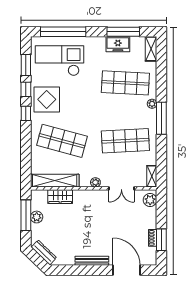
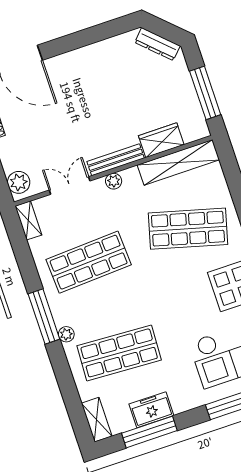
plant: (37, 217) -> (188, 96), removed
bench: (92, 261) -> (116, 160), moved

